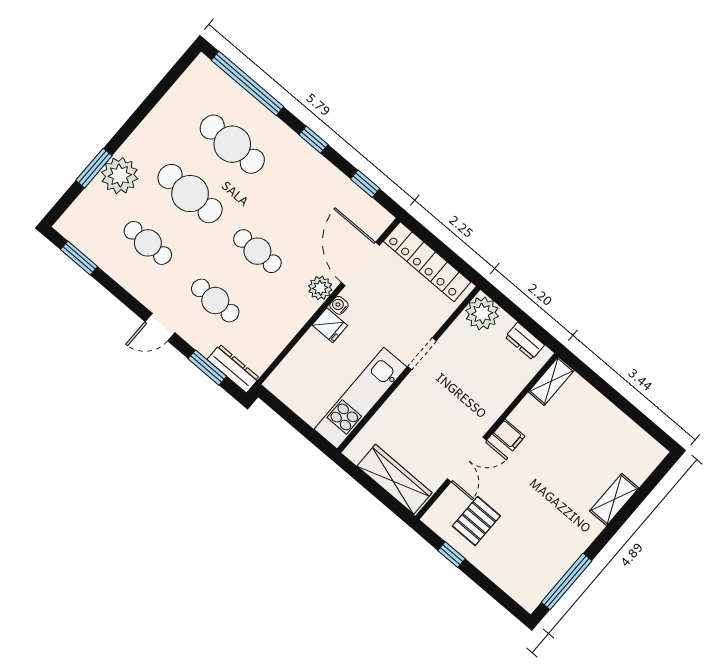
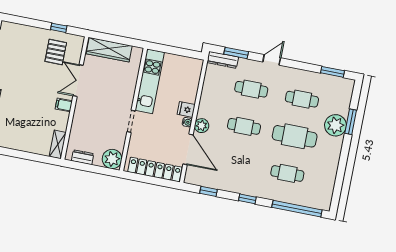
cafe table: (232, 144) -> (287, 173), width x0.73, depth x0.74

